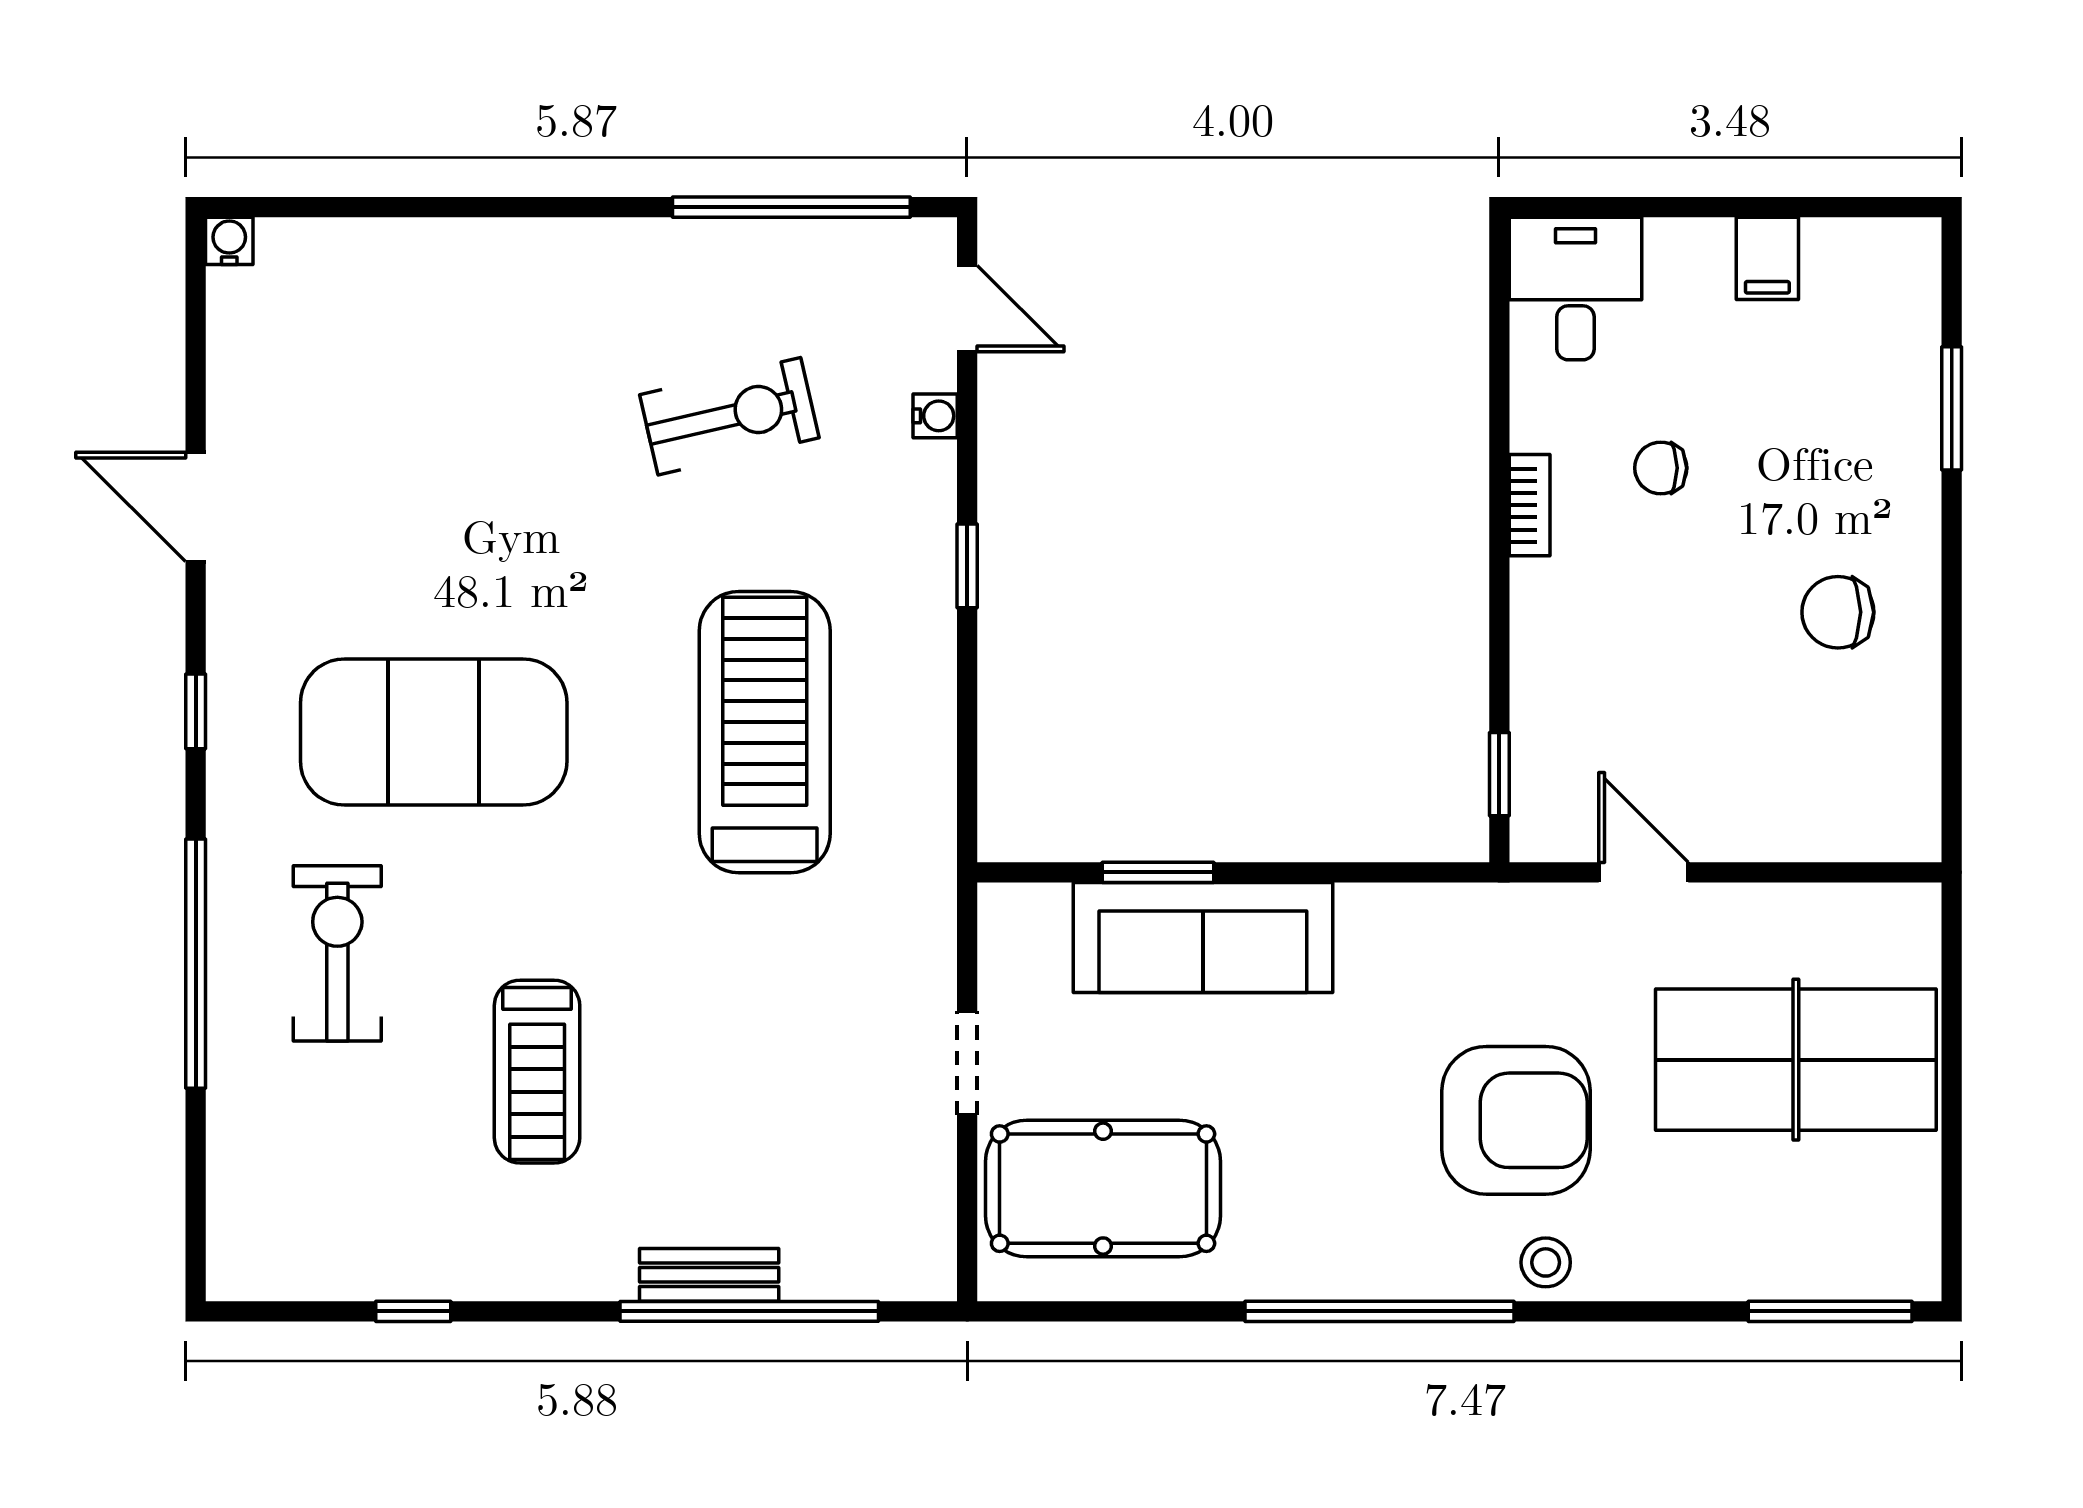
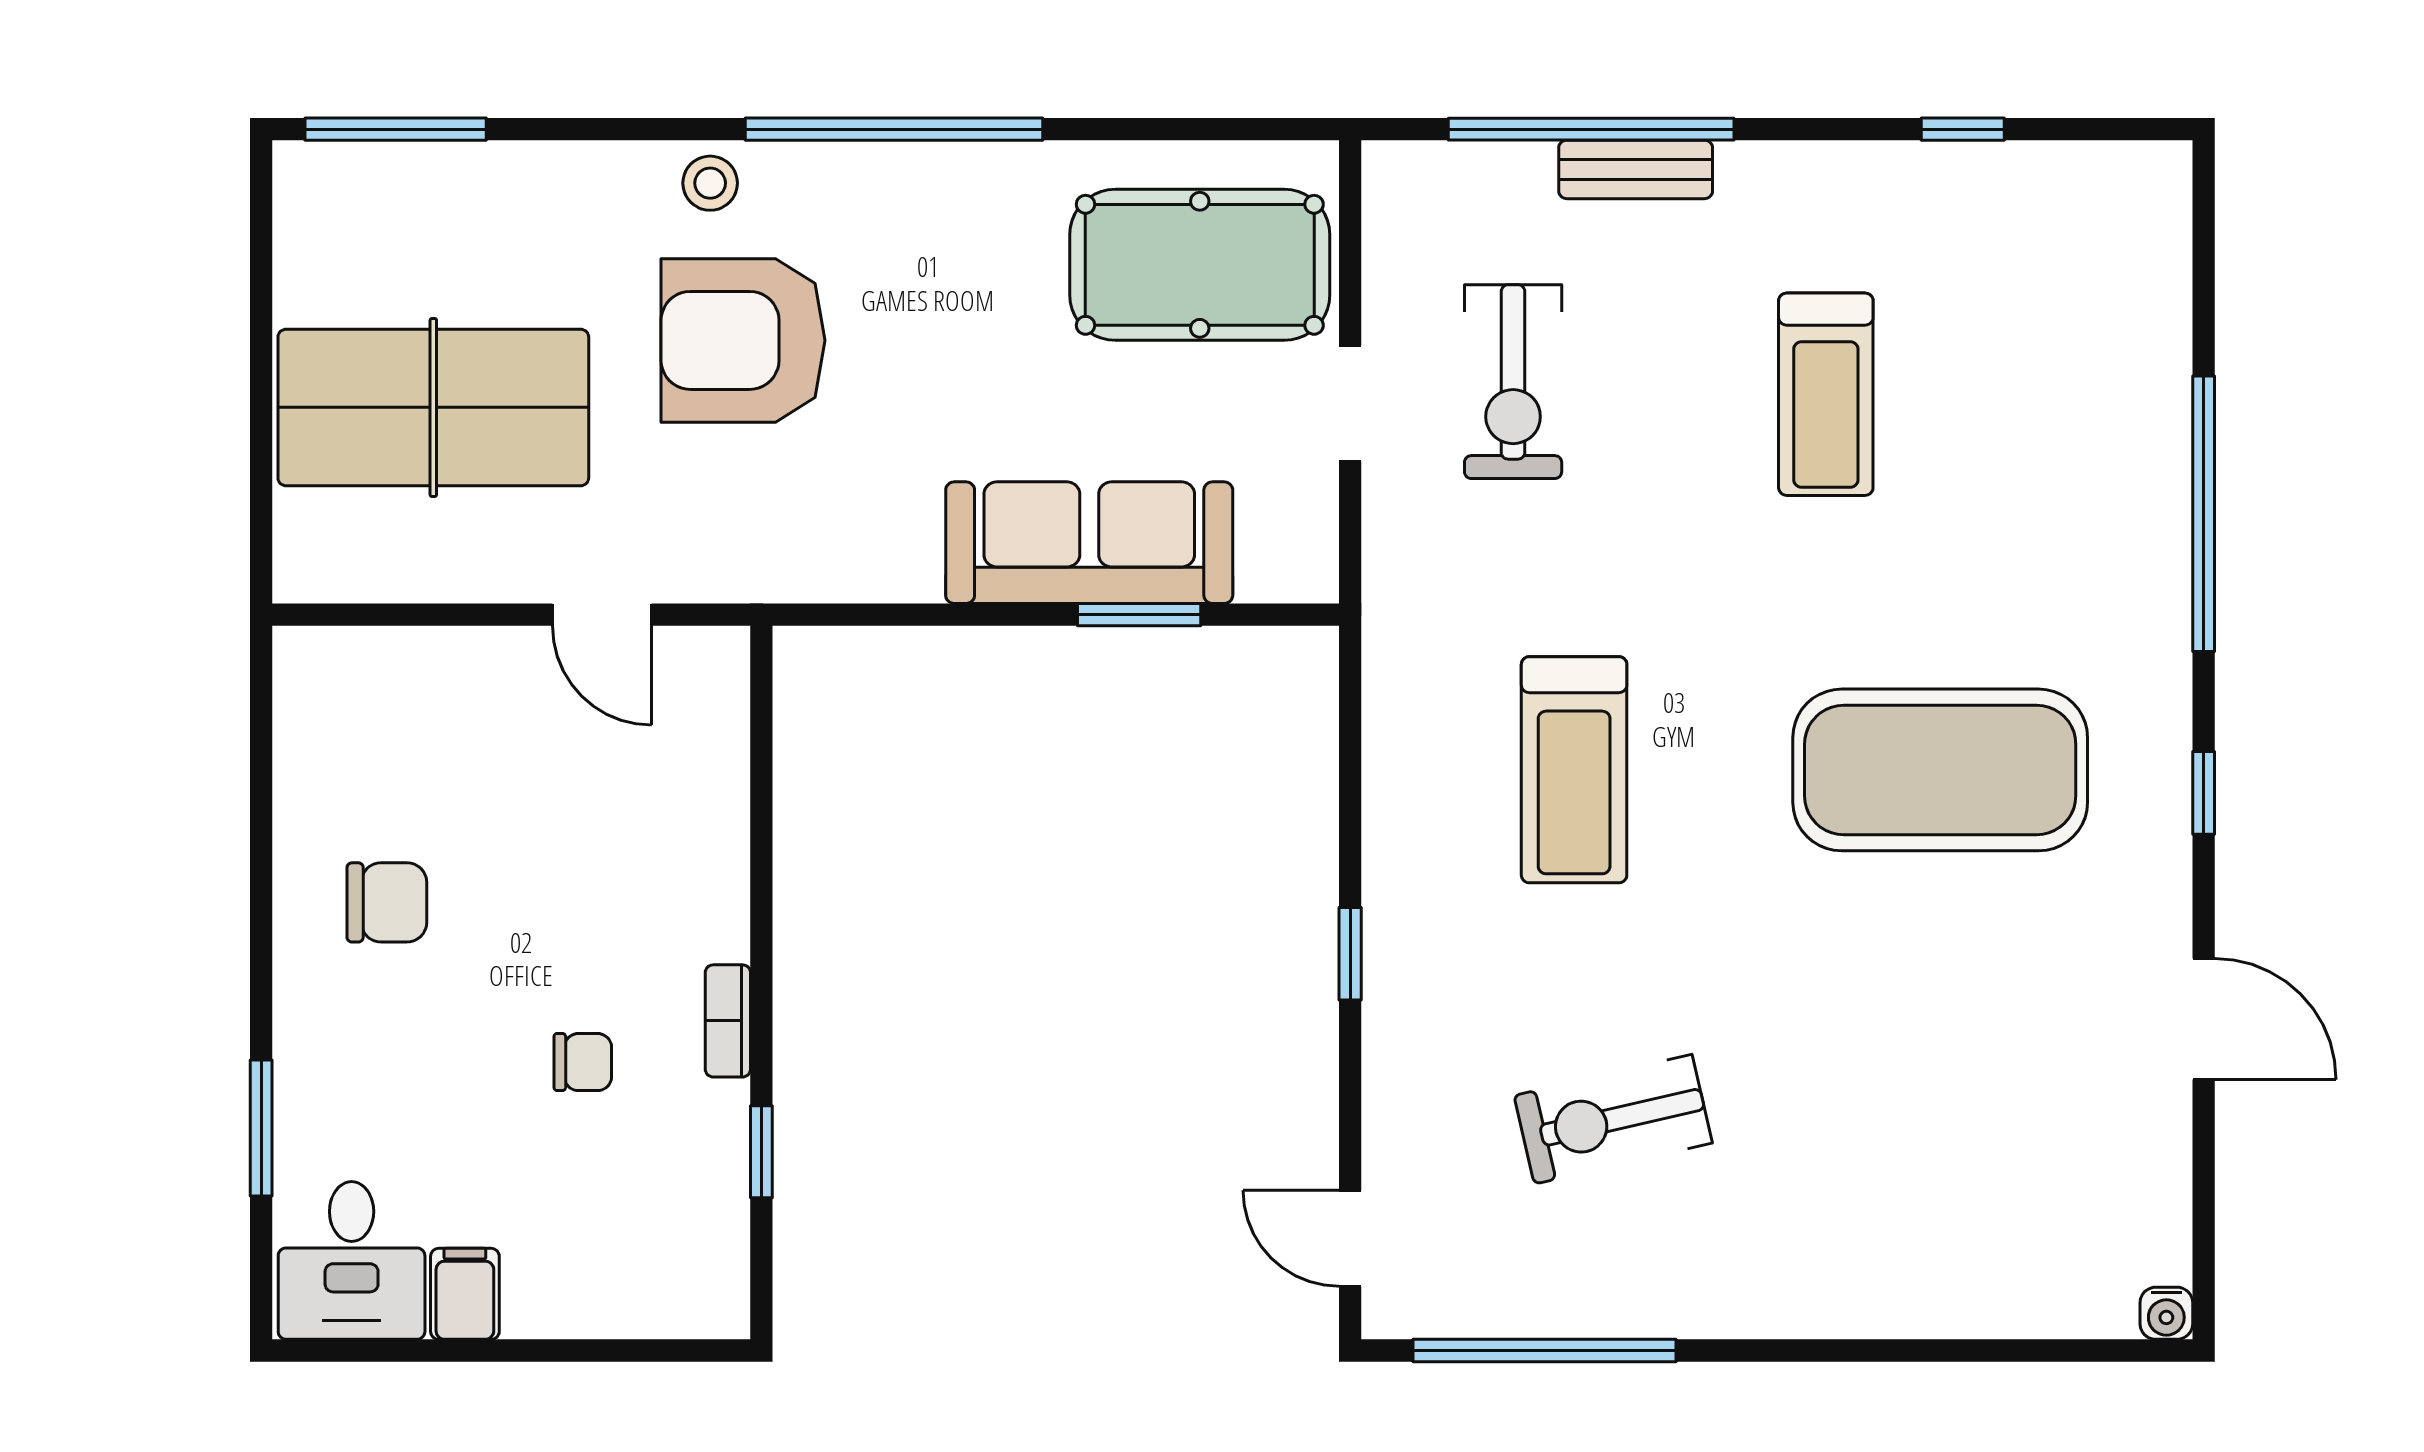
desk: (1575, 289) -> (352, 1260), moved
water cooler: (935, 416) -> (1385, 1120), removed
treadmill: (765, 732) -> (1574, 770), width x0.73, depth x0.73
window: (1499, 774) -> (761, 1152), moved
exercise bike: (337, 953) -> (1513, 382), moved
treadmill: (537, 1072) -> (1826, 394), turned 180

